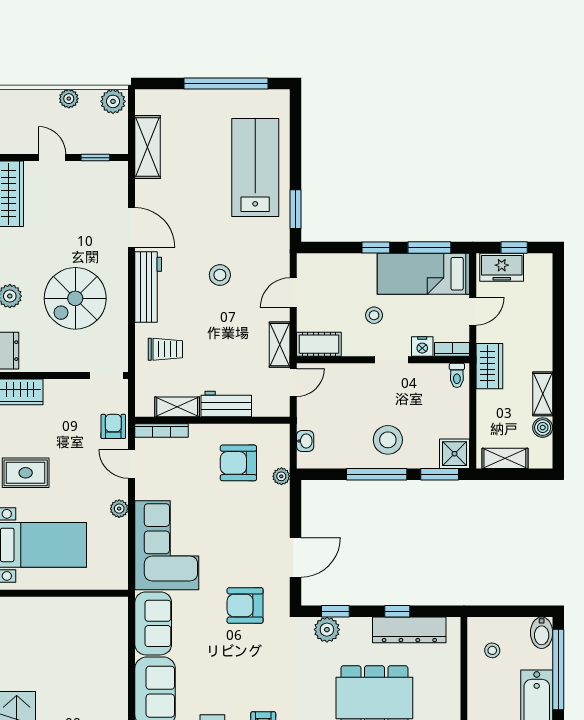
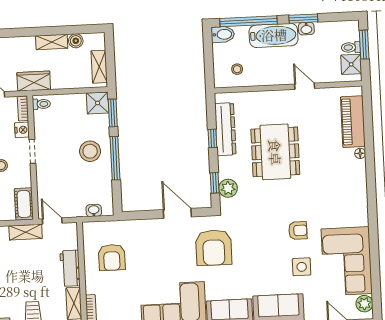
plant: (281, 476) -> (120, 226), removed
armchair: (245, 606) -> (214, 248), width x1.36, depth x1.36

